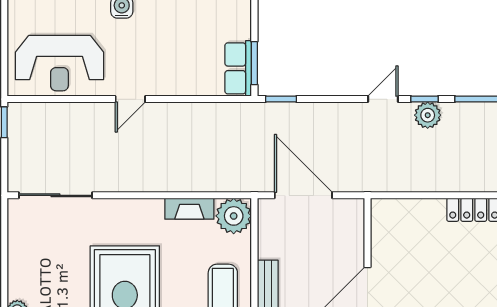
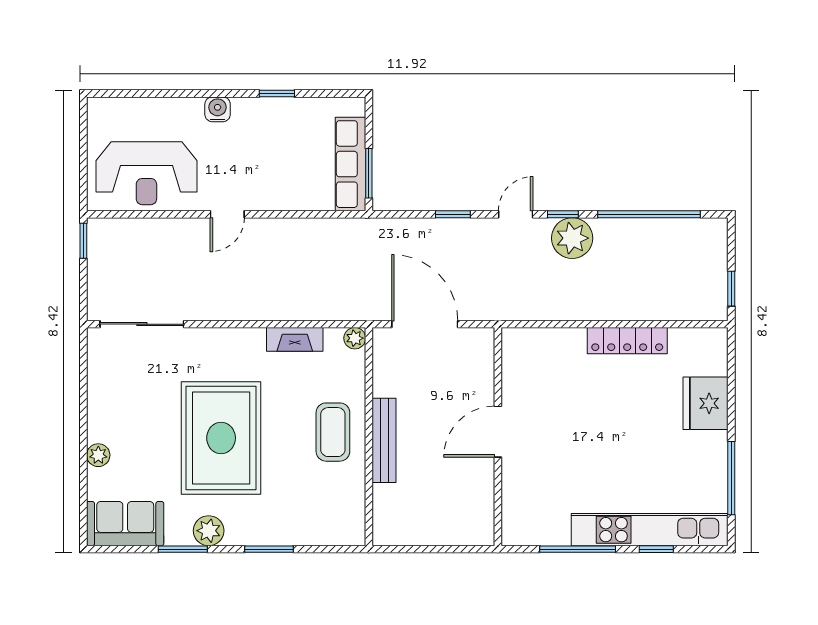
row of seats: (238, 68) -> (350, 164), width x1.48
window: (281, 99) -> (453, 214), moved
plant: (428, 115) -> (572, 238), width x1.36, depth x1.36
plant: (234, 216) -> (355, 338), width x0.53, depth x0.53

